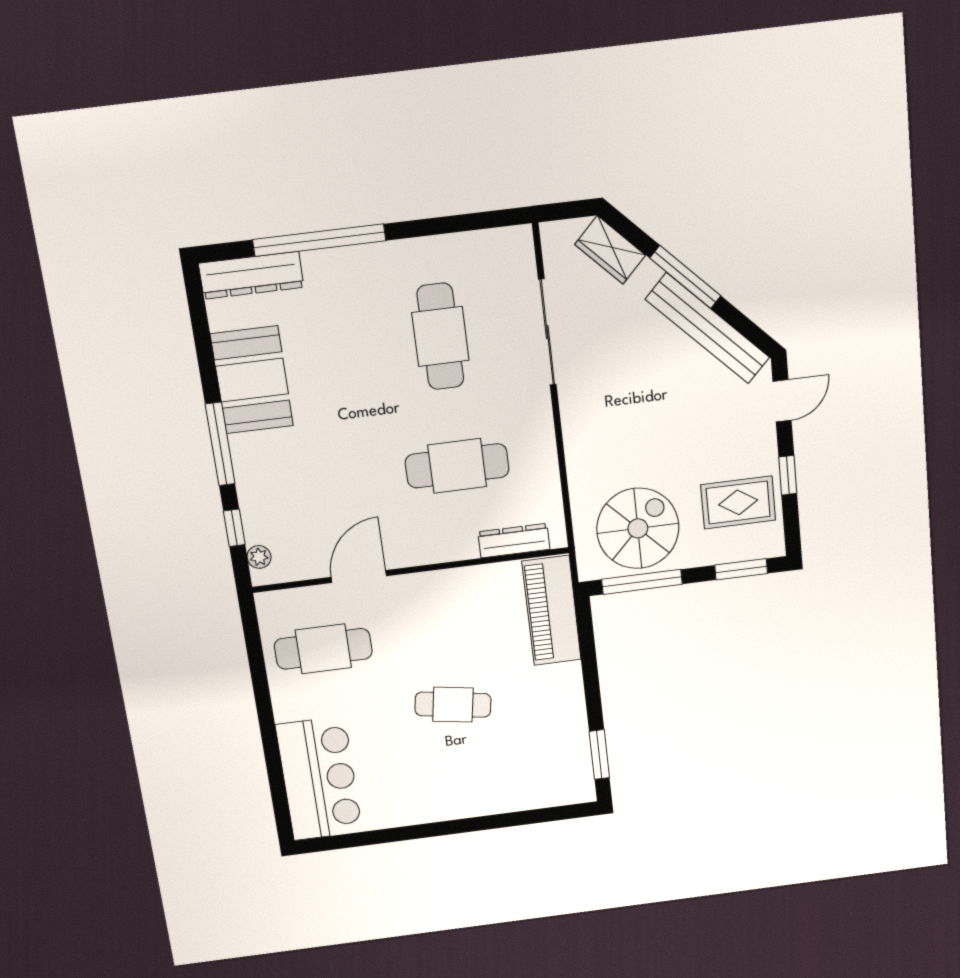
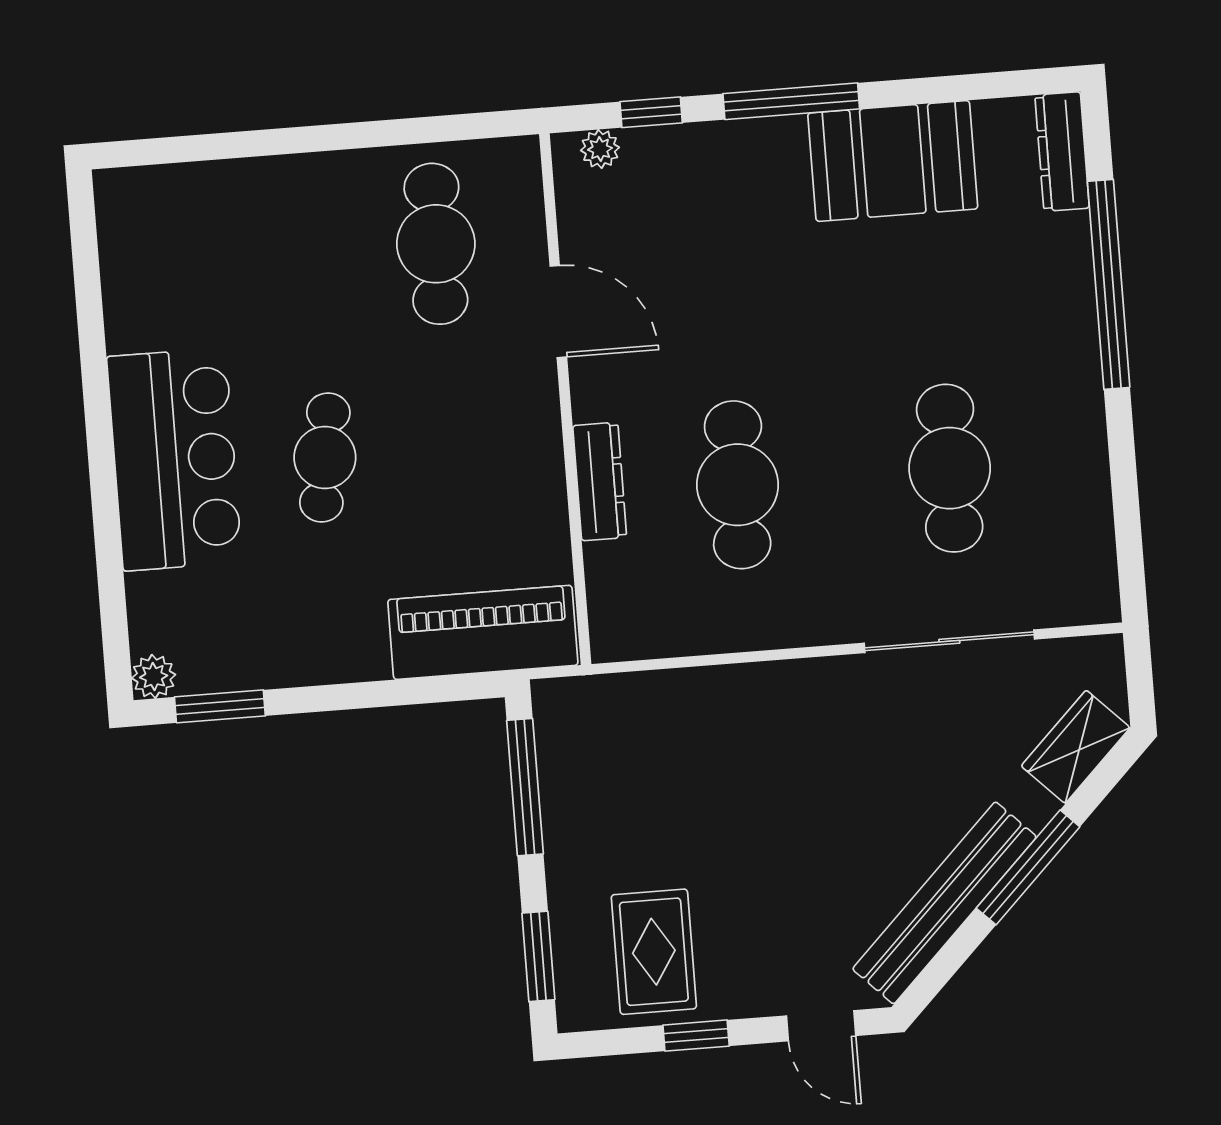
dresser: (251, 275) -> (1062, 152), width x0.73, depth x0.80
cafe table: (440, 336) -> (950, 468), turned 90
spiral stairs: (638, 528) -> (618, 782), removed
dresser: (514, 541) -> (600, 481), moved
bar counter: (319, 779) -> (174, 459), moved, turned -90
plant: (583, 791) -> (154, 676), added

